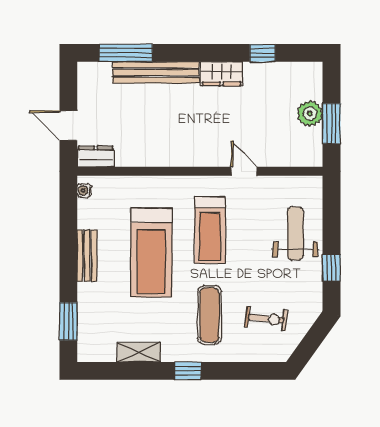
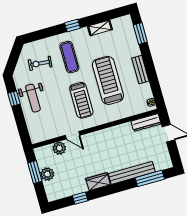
plant: (275, 154) -> (59, 148), added
dresser: (96, 156) -> (146, 123), width x1.44
treadmill: (210, 230) -> (81, 100), turned 180
weight bench: (295, 233) -> (33, 98), moved

